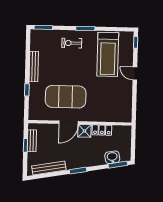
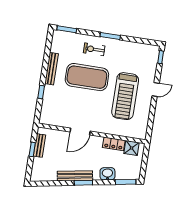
treadmill: (108, 54) -> (125, 96), moved
door: (135, 74) -> (156, 90), swing flipped
exercise mat: (66, 97) -> (87, 77), moved
shower: (84, 131) -> (132, 148), moved
washbasin: (112, 157) -> (107, 174), moved
bench: (49, 168) -> (75, 176), moved

